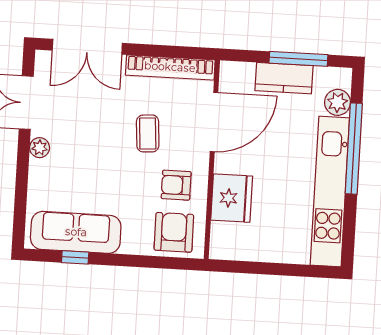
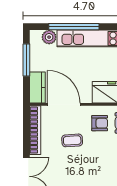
kitchen counter: (284, 78) -> (37, 87), moved
armchair: (176, 185) -> (100, 123), turned -90

